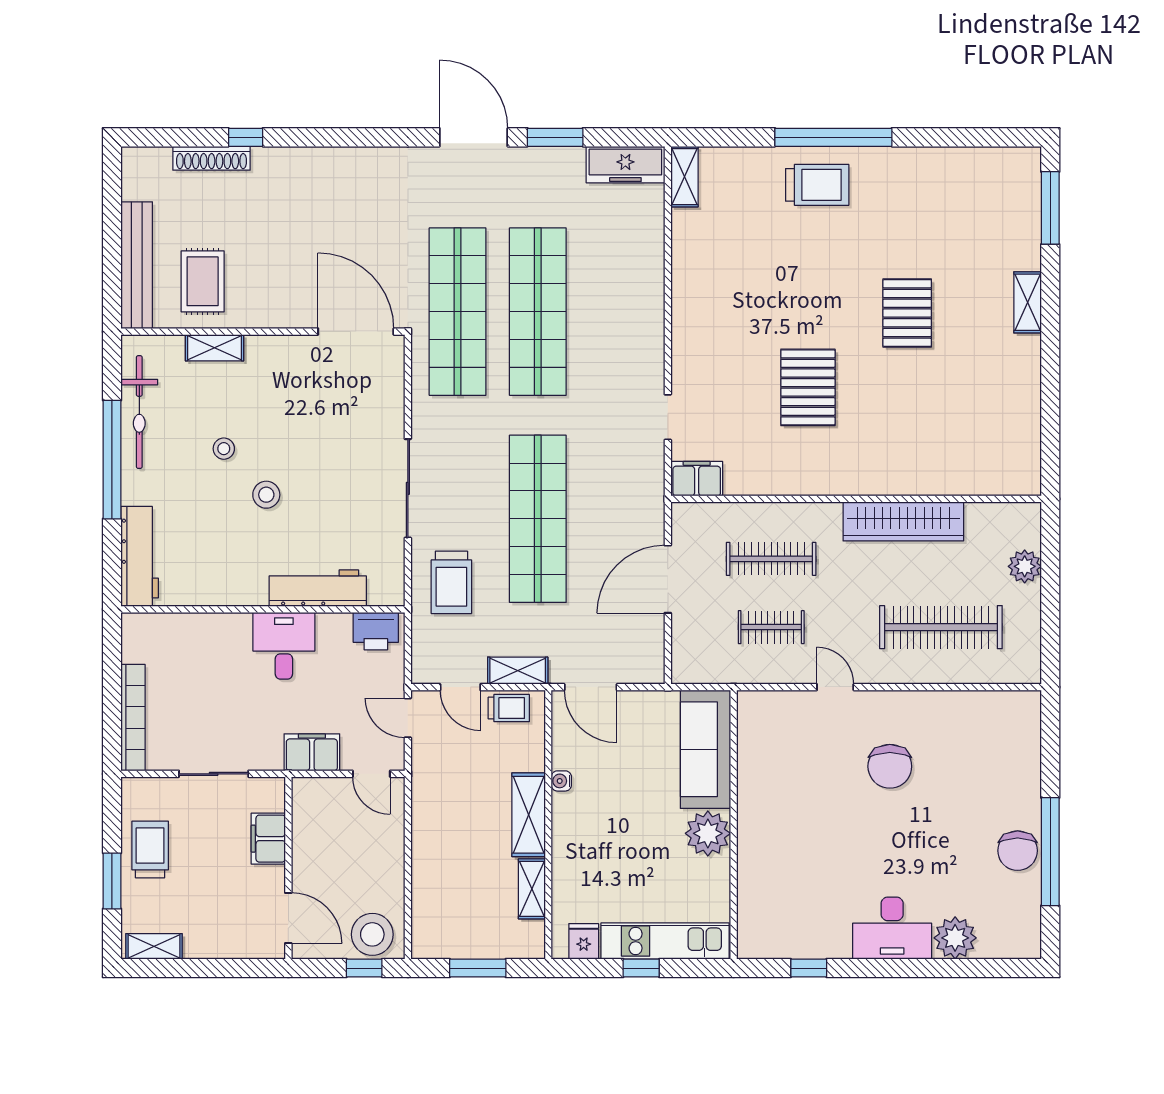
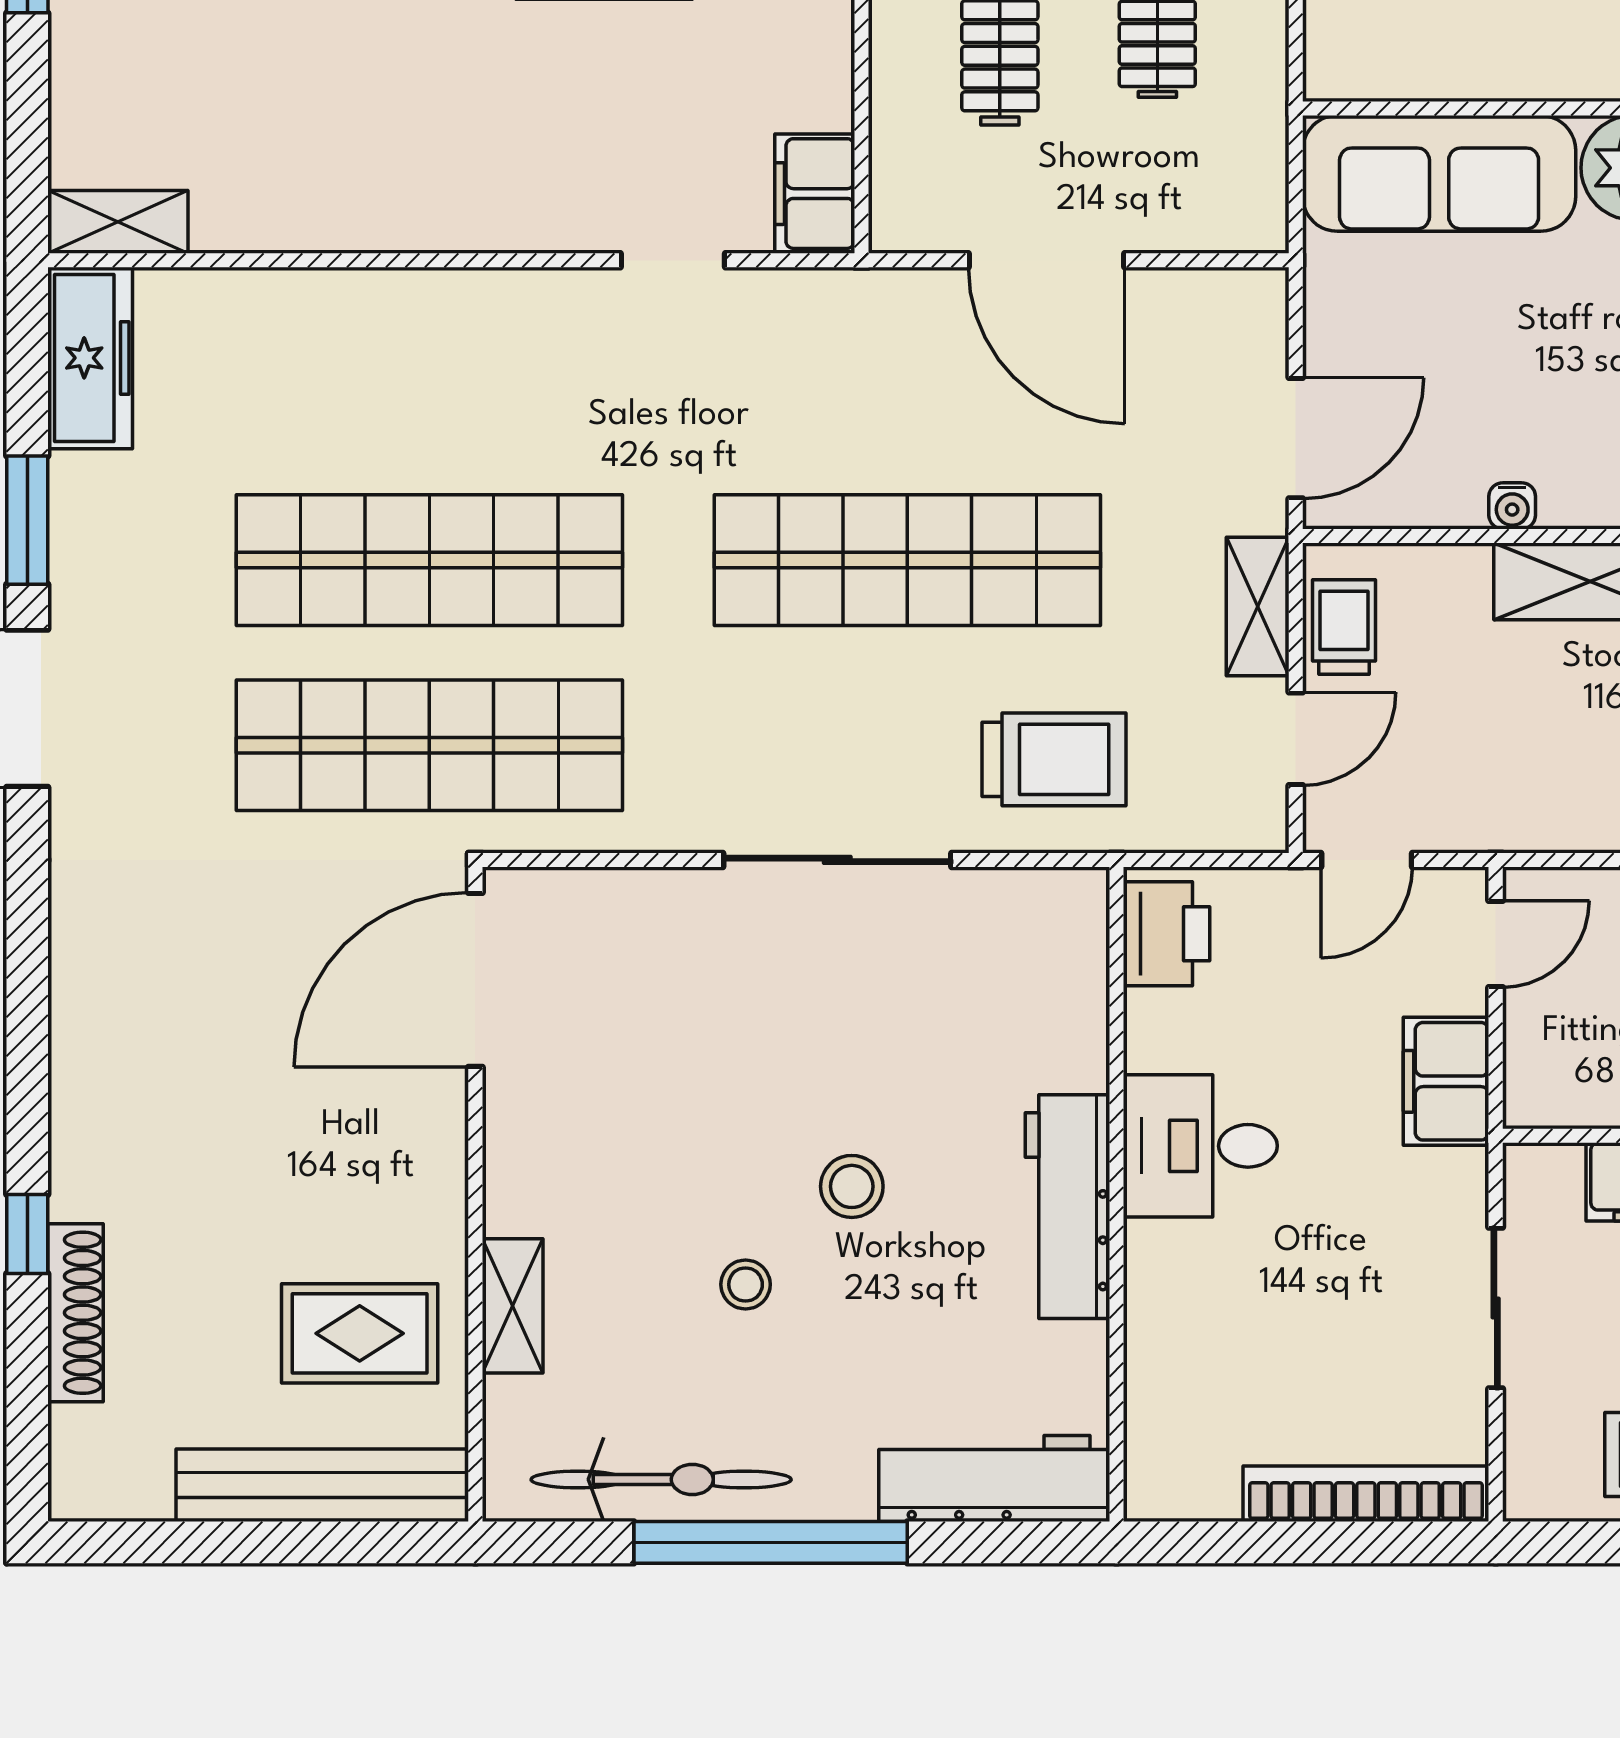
workbench: (318, 588) -> (1068, 1207), moved

